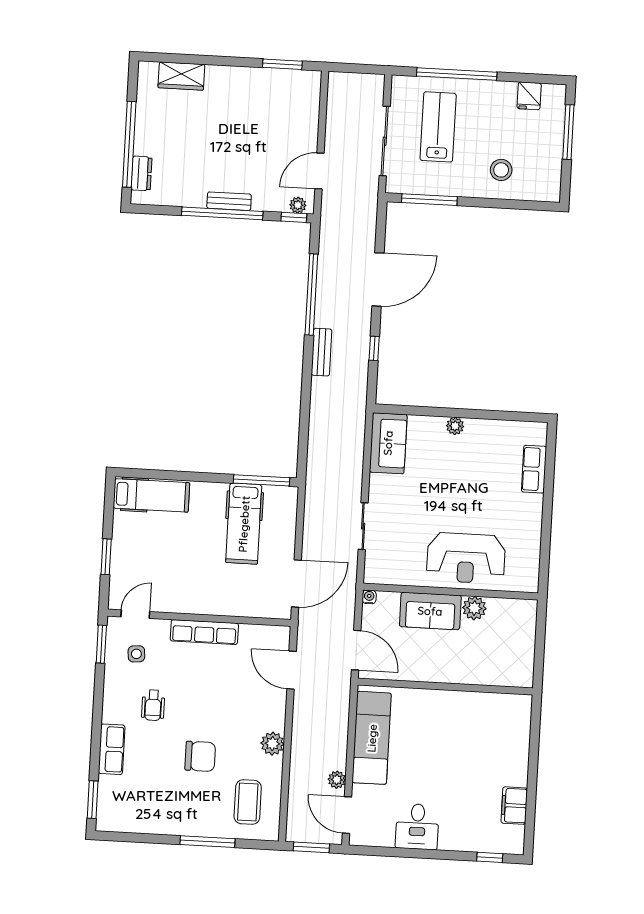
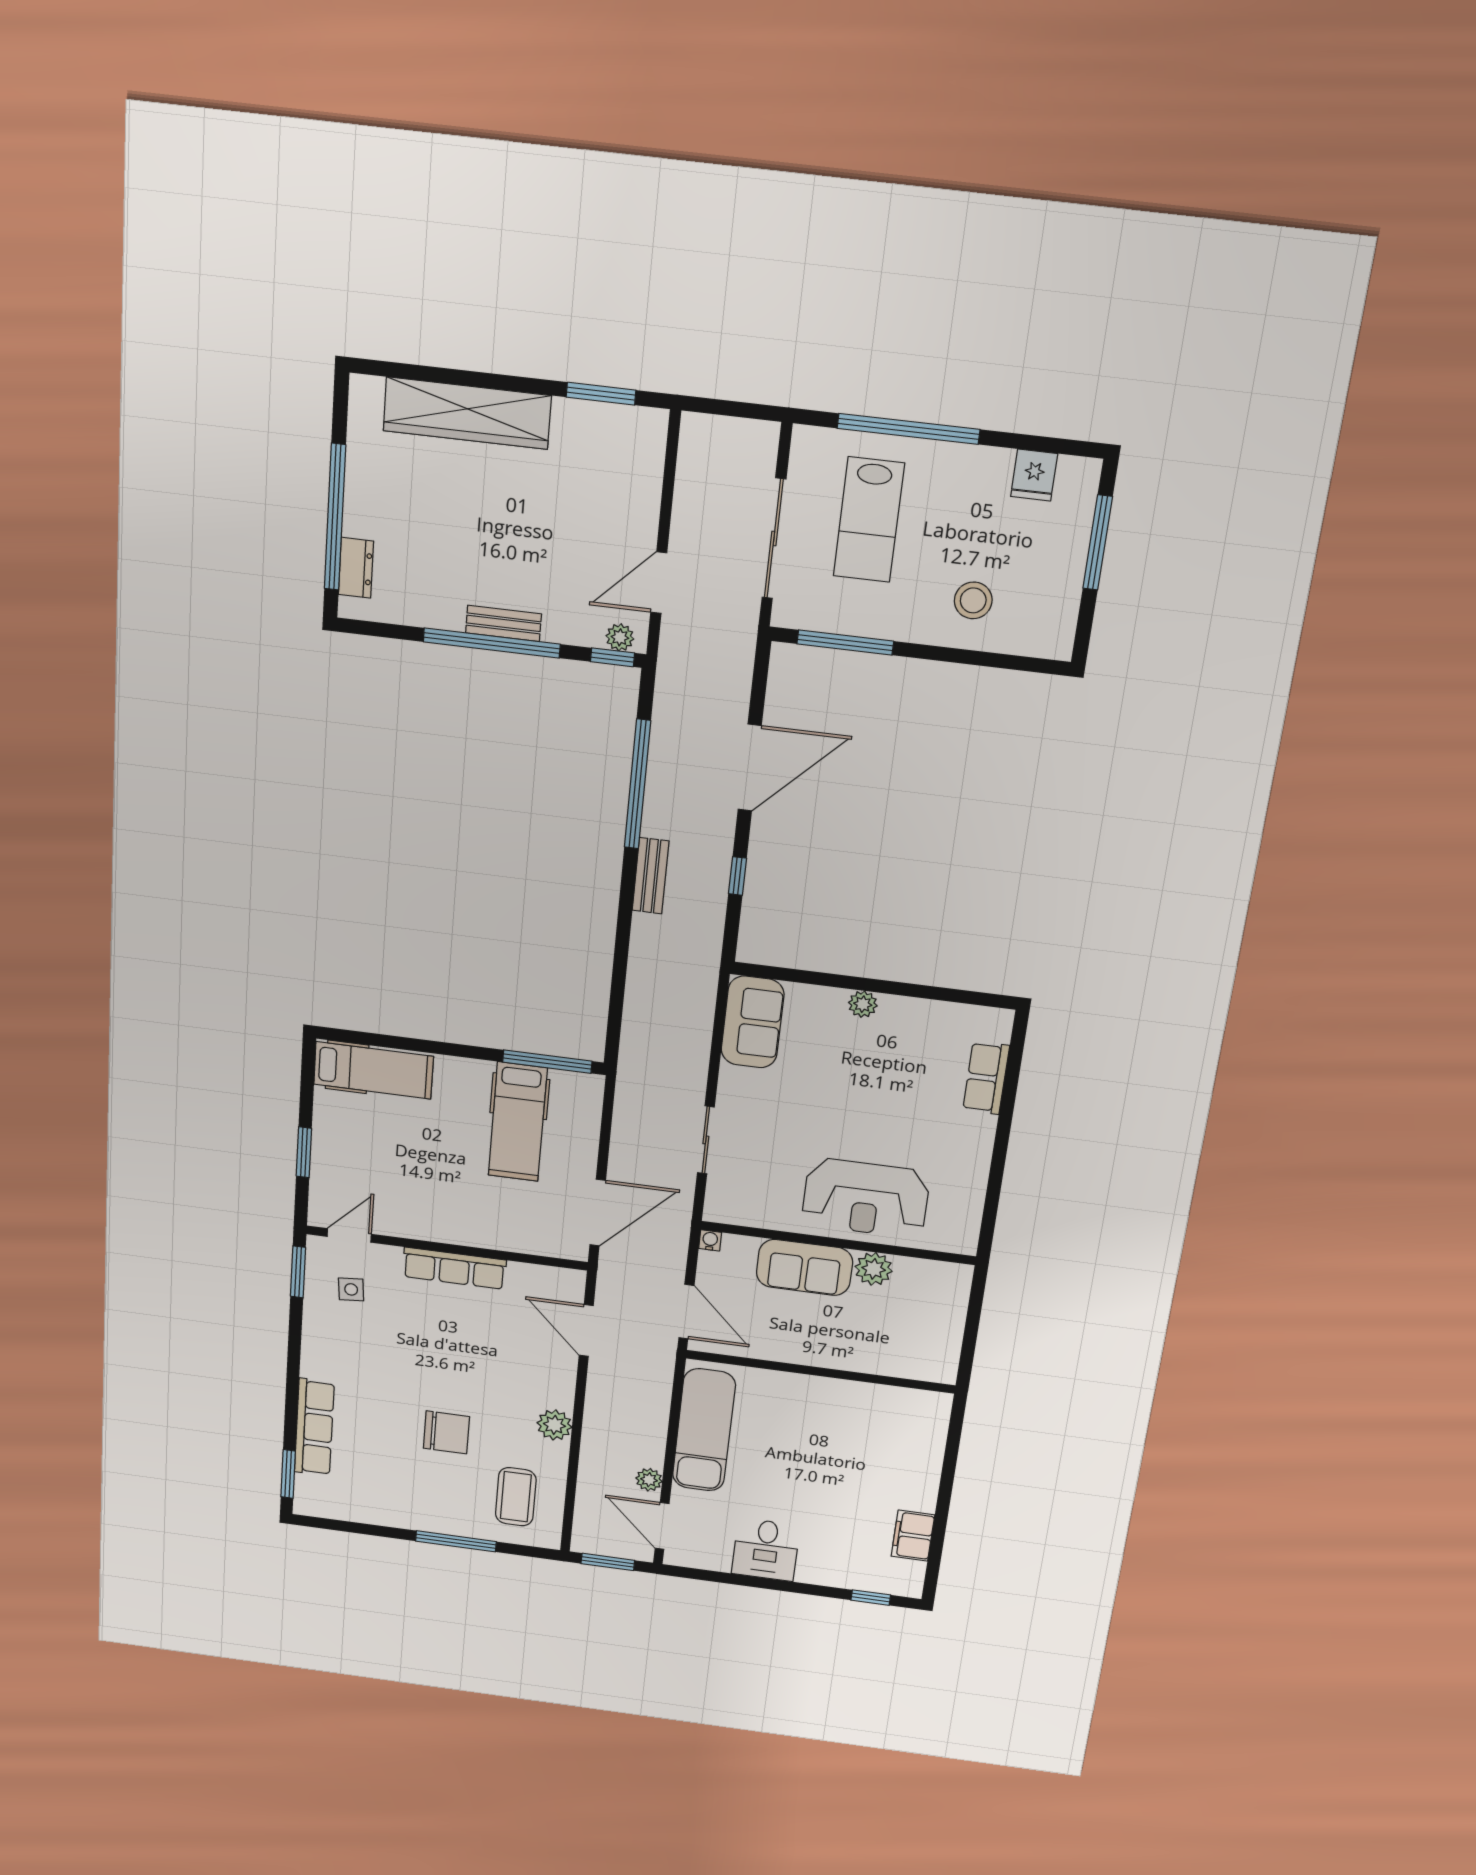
wardrobe: (181, 76) -> (467, 413), width x2.10, depth x1.17
lab bench: (438, 127) -> (869, 520), turned 180
wheelchair: (153, 705) -> (376, 1360), removed
row of seats: (112, 749) -> (314, 1427), width x1.48

